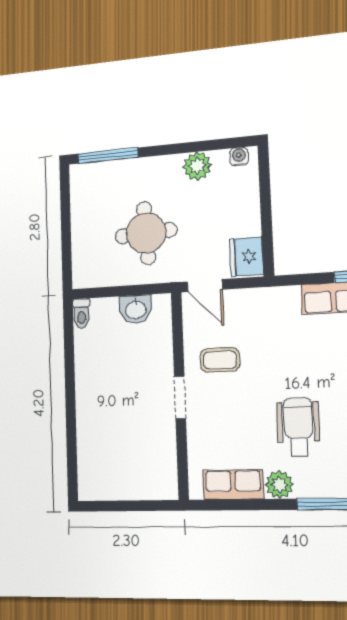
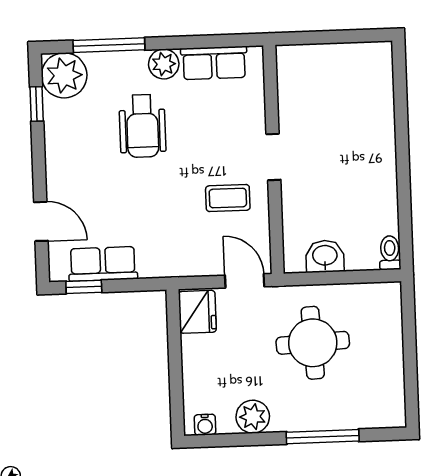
window: (108, 156) -> (323, 437), moved

